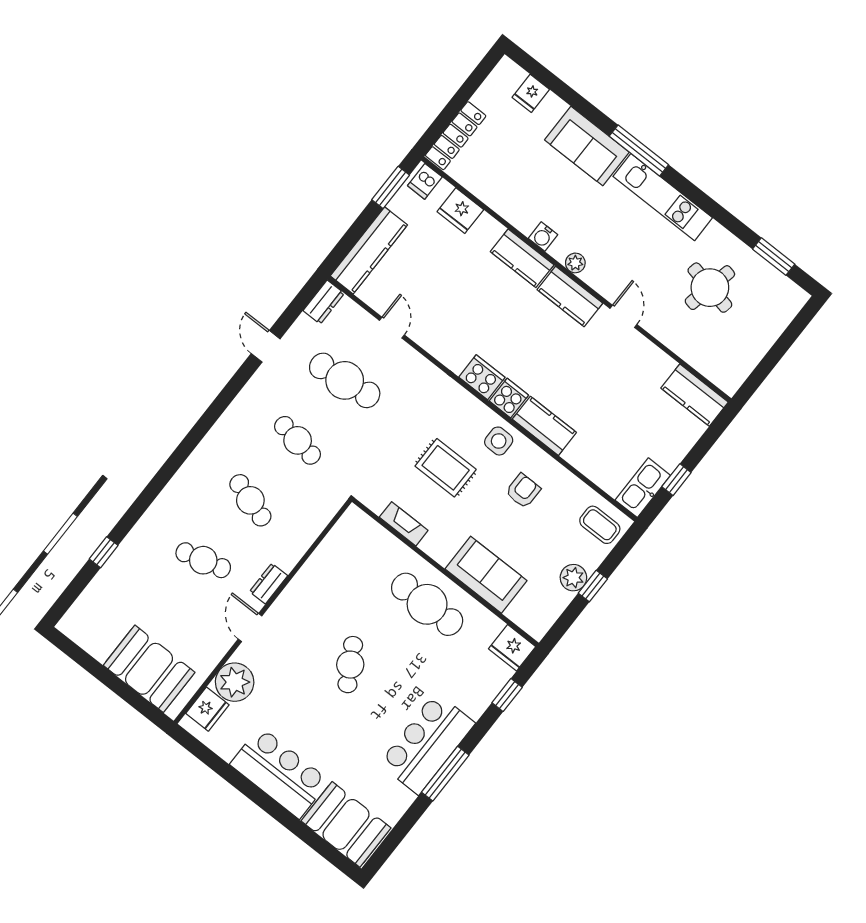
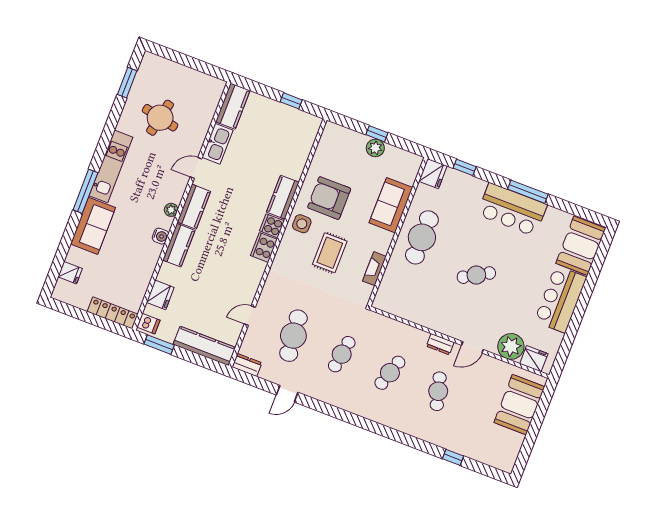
kitchen sink: (643, 488) -> (217, 144), moved, turned -90
armchair: (523, 491) -> (329, 198), width x1.88, depth x1.88
coffee table: (600, 525) -> (336, 141), removed

